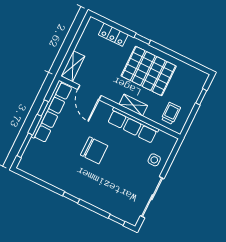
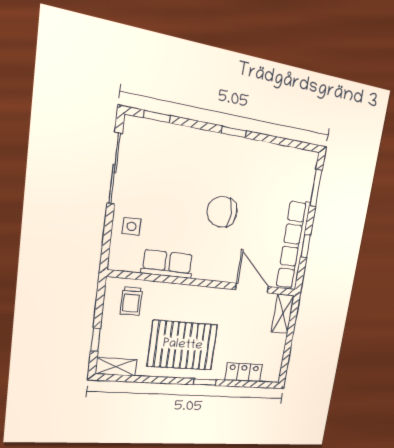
shelving: (133, 105) -> (116, 367), moved
row of seats: (133, 125) -> (167, 264), width x0.68

